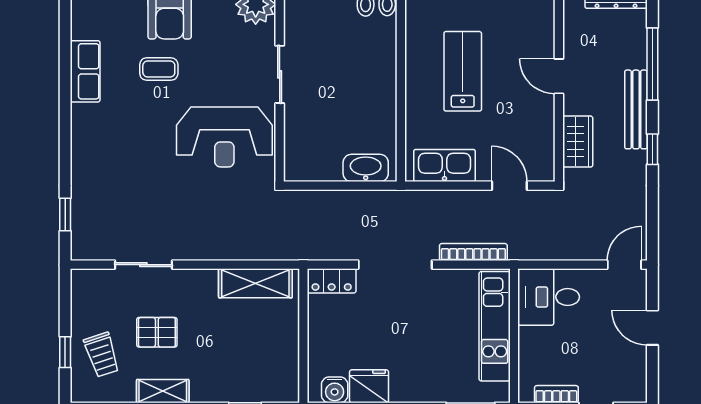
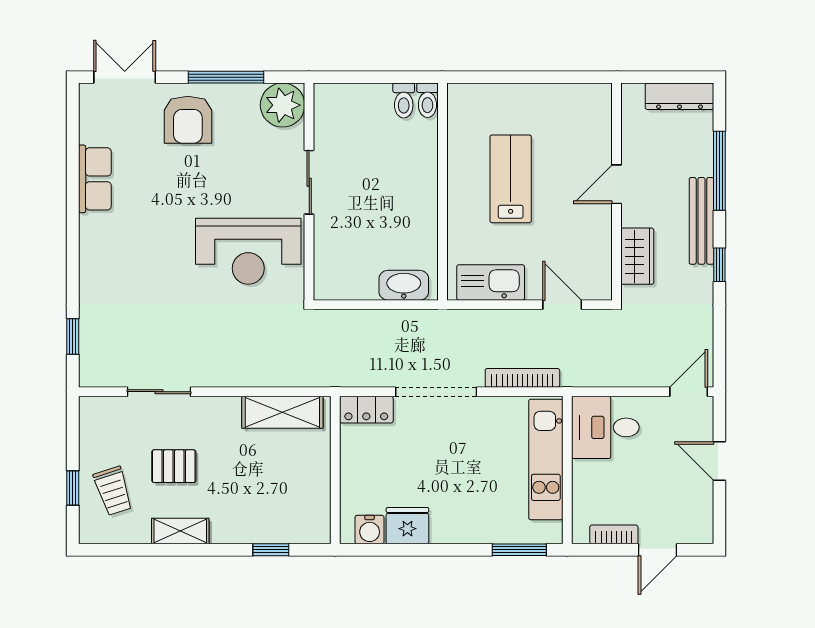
coffee table: (159, 69) -> (176, 176), removed
door: (559, 76) -> (616, 184), hinge flipped

